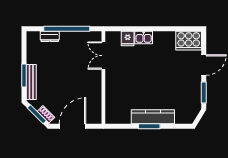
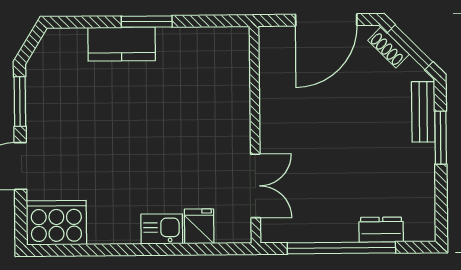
bench: (31, 82) -> (423, 112), width x0.73
kitchen counter: (153, 117) -> (122, 44), width x0.67

